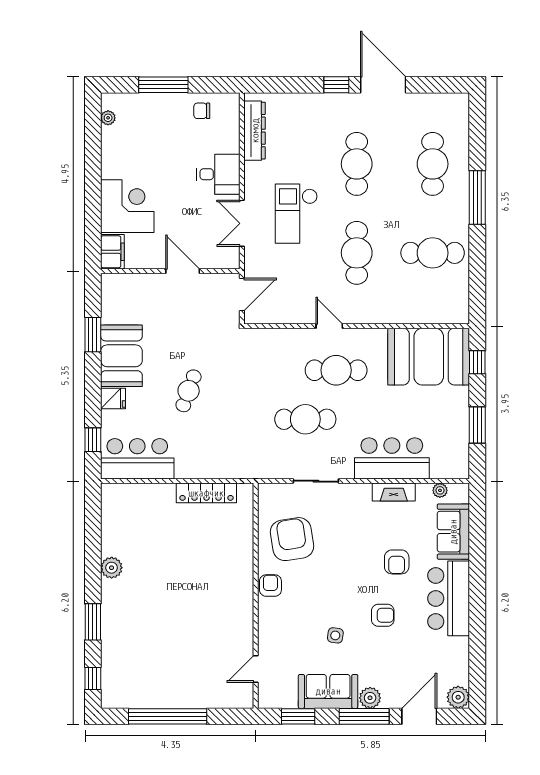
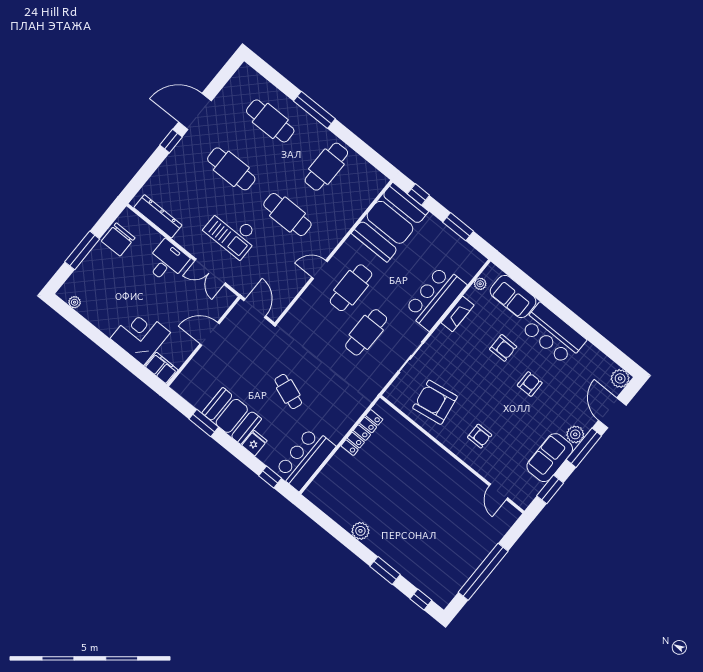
chair: (202, 111) -> (118, 239), width x1.87, depth x1.87
armchair: (270, 586) -> (480, 436), moved, turned 180
side table: (335, 635) -> (518, 424), removed

